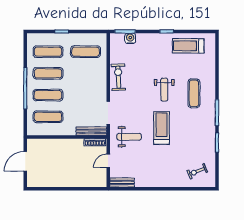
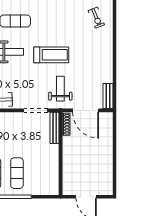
exercise mat: (48, 117) -> (40, 173), removed
treadmill: (162, 128) -> (51, 55), turned 180
door: (108, 161) -> (86, 110), width x1.87

